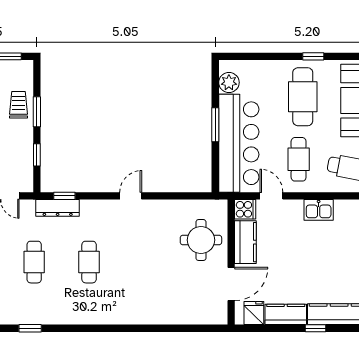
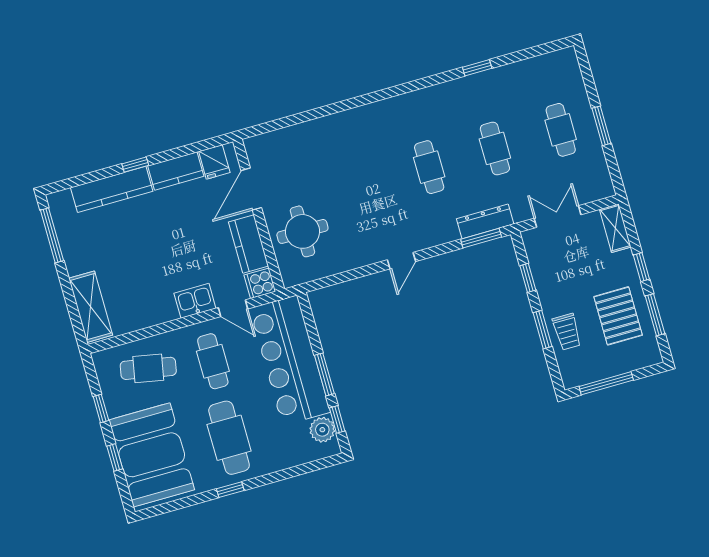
window: (215, 87) -> (337, 419), added
window: (64, 196) -> (481, 238), width x1.50
kitchen sink: (319, 210) -> (195, 301), moved

